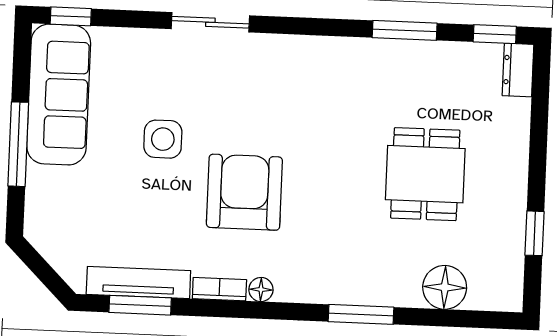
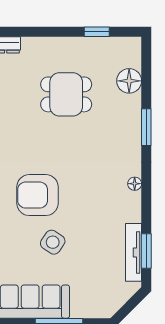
side table: (163, 139) -> (53, 242), turned 34
armchair: (244, 192) -> (37, 195), moved
bookcase: (219, 289) -> (135, 207), removed

